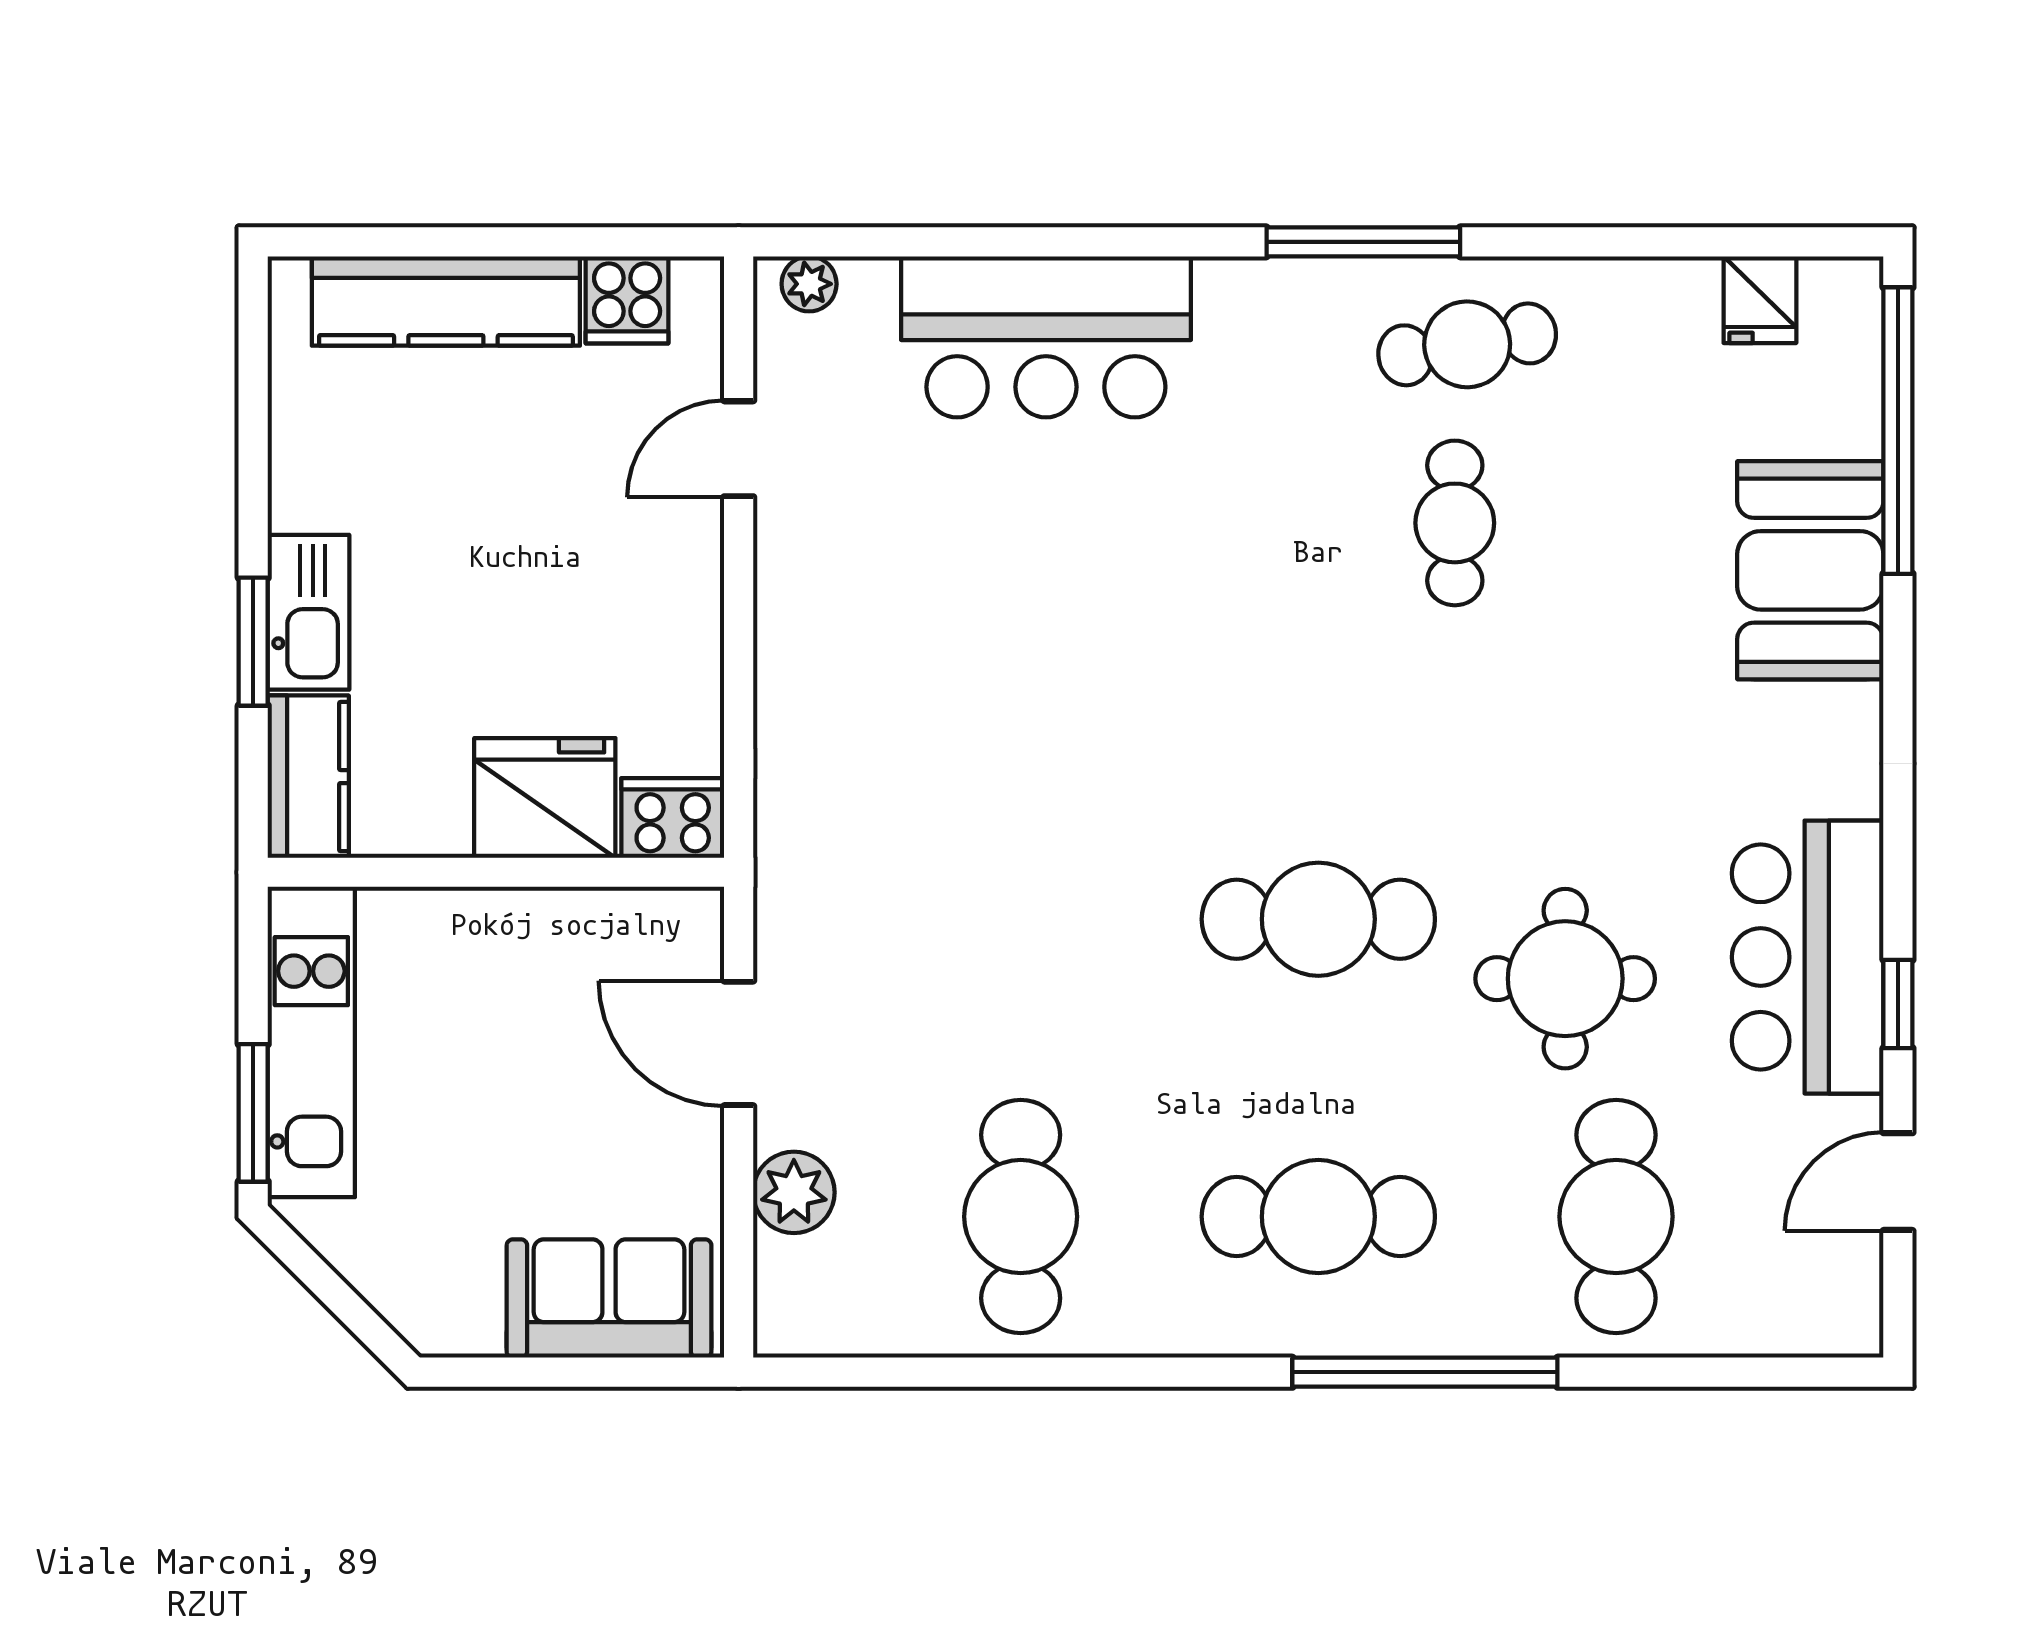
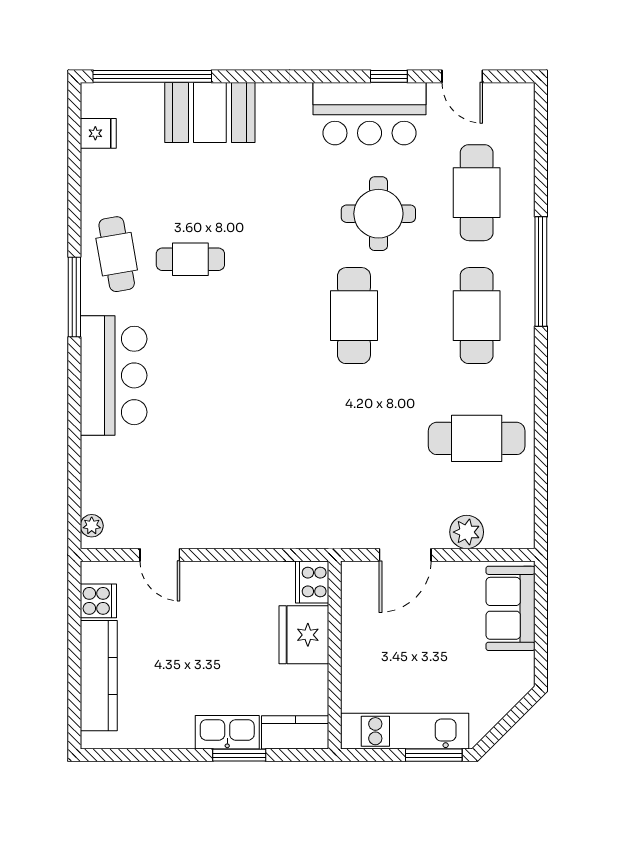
bar counter: (1046, 337) -> (114, 375), moved
cafe table: (1616, 1217) -> (477, 193), turned 90

